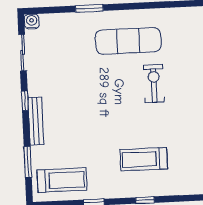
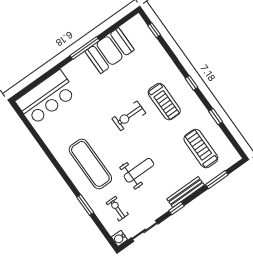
exercise bike: (64, 39) -> (117, 209), added
exercise bike: (154, 84) -> (129, 116), moved
weight bench: (89, 87) -> (139, 170), added
treadmill: (62, 180) -> (201, 149), moved

